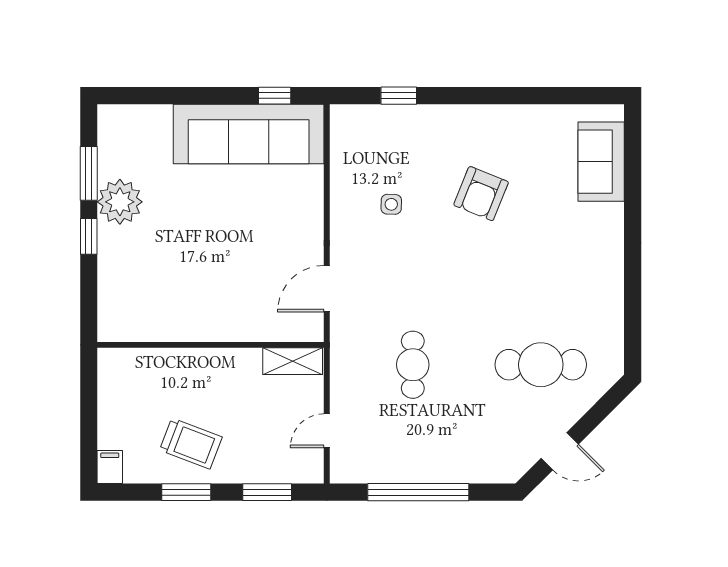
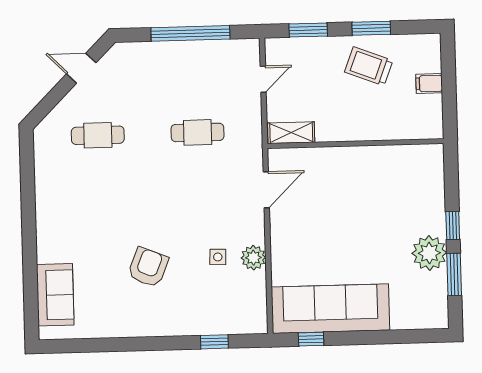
plant: (346, 202) -> (253, 258), added
cafe table: (413, 365) -> (198, 132), turned 90
cafe table: (541, 365) -> (98, 135), width x0.73, depth x0.74
filing cabinet: (110, 467) -> (429, 84), moved, turned 90

